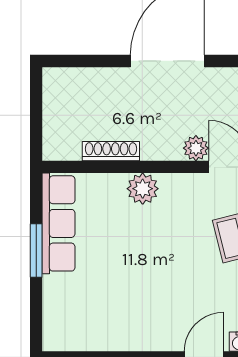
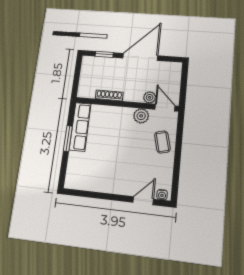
window: (89, 61) -> (104, 54), added
plant: (143, 189) -> (141, 116), moved

